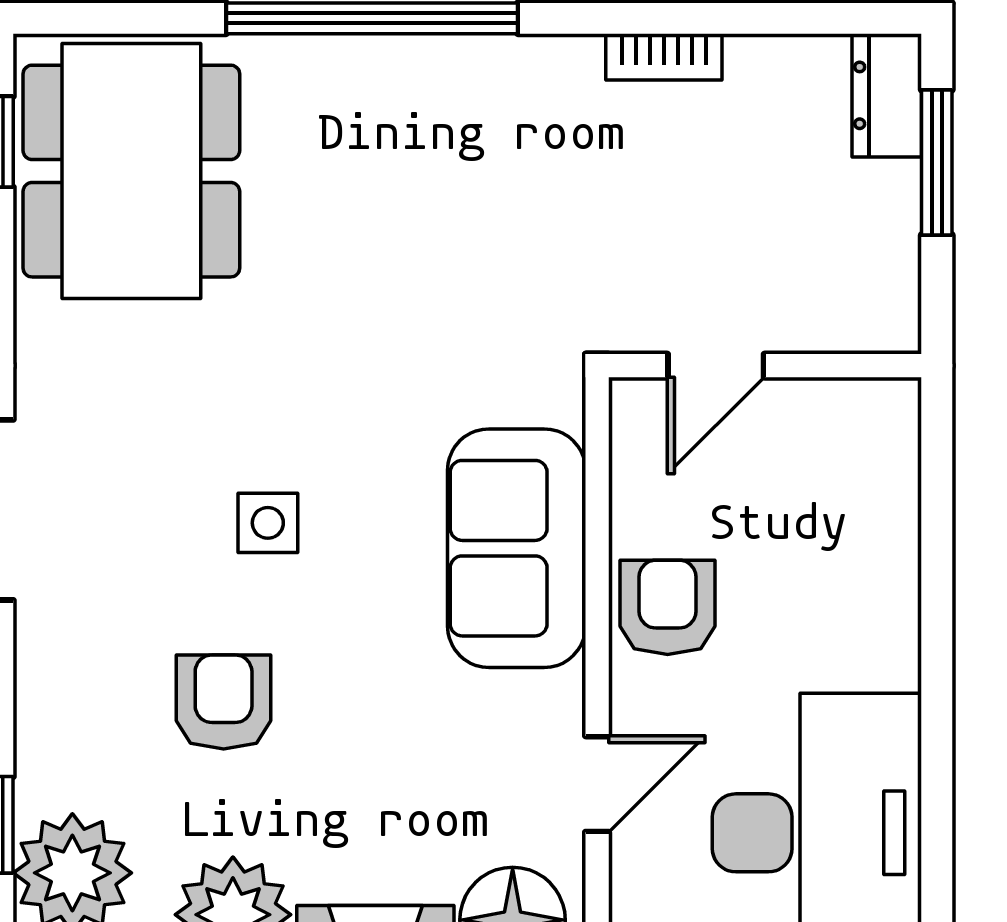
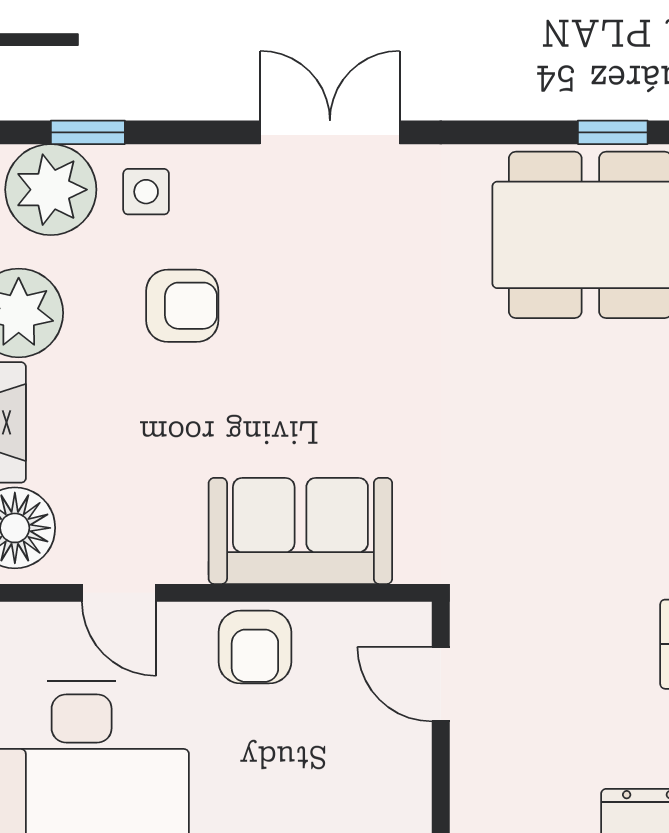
side table: (268, 523) -> (146, 192), moved
armchair: (668, 607) -> (255, 647), turned 90

